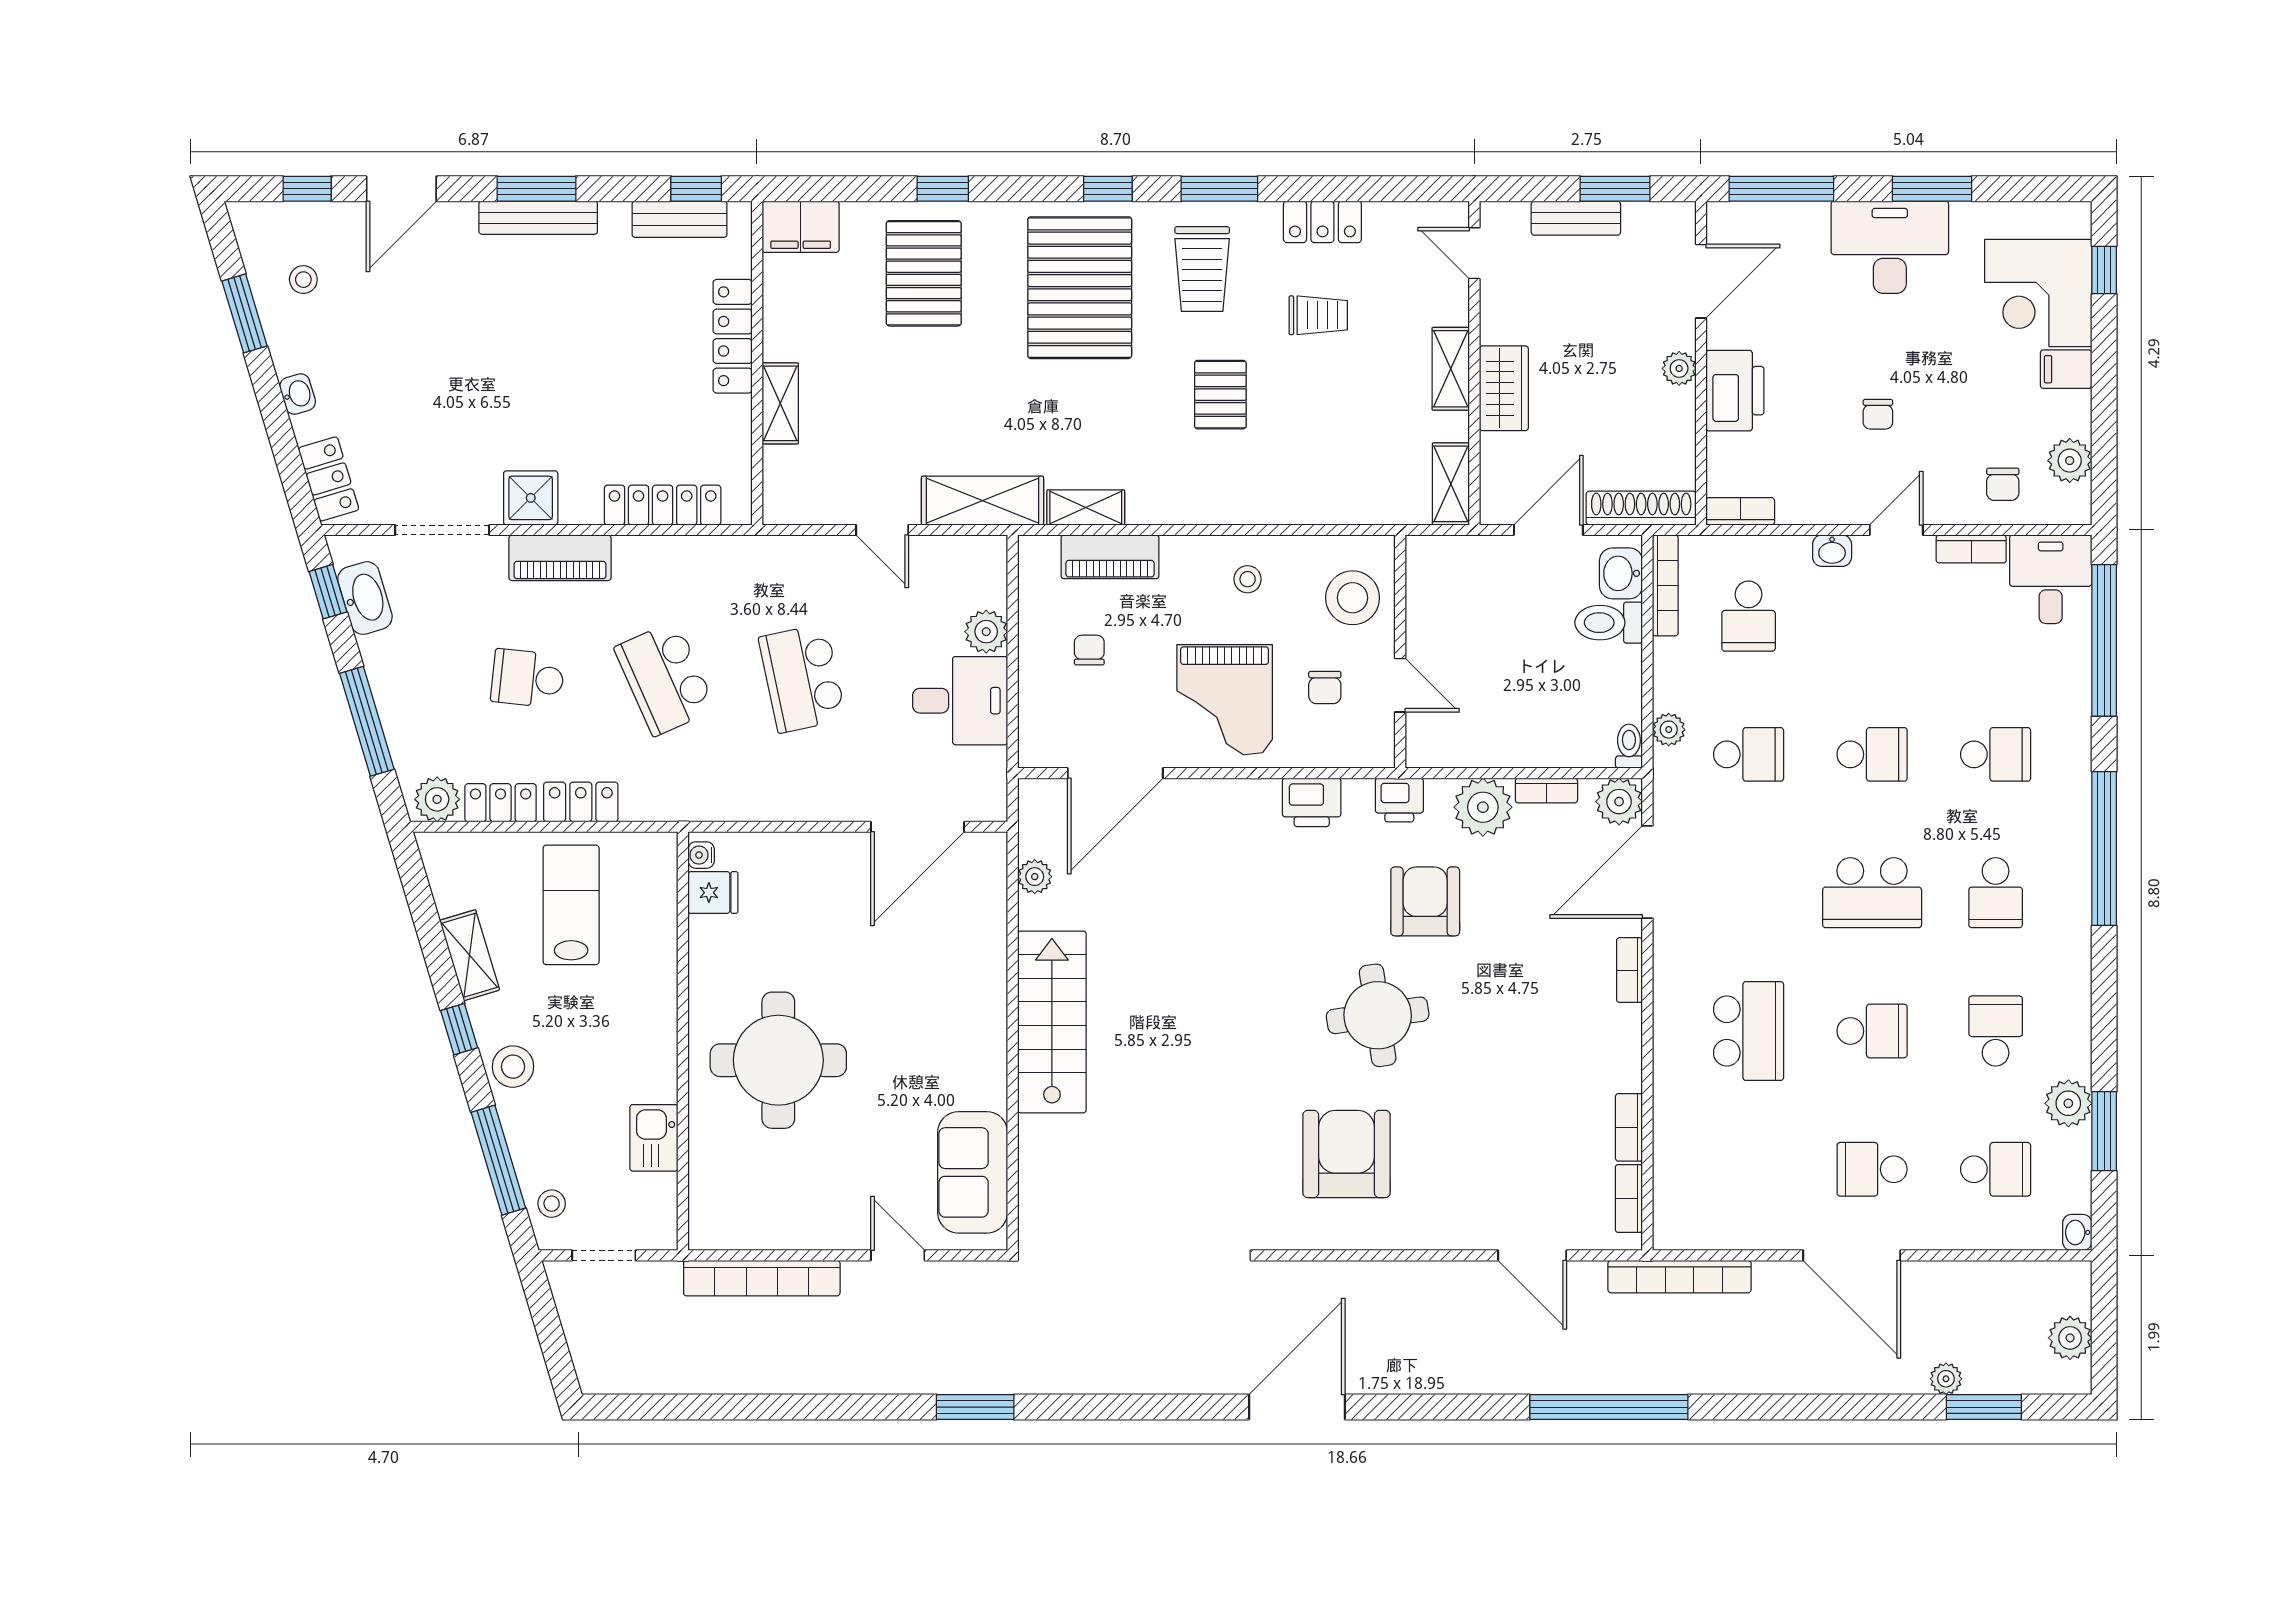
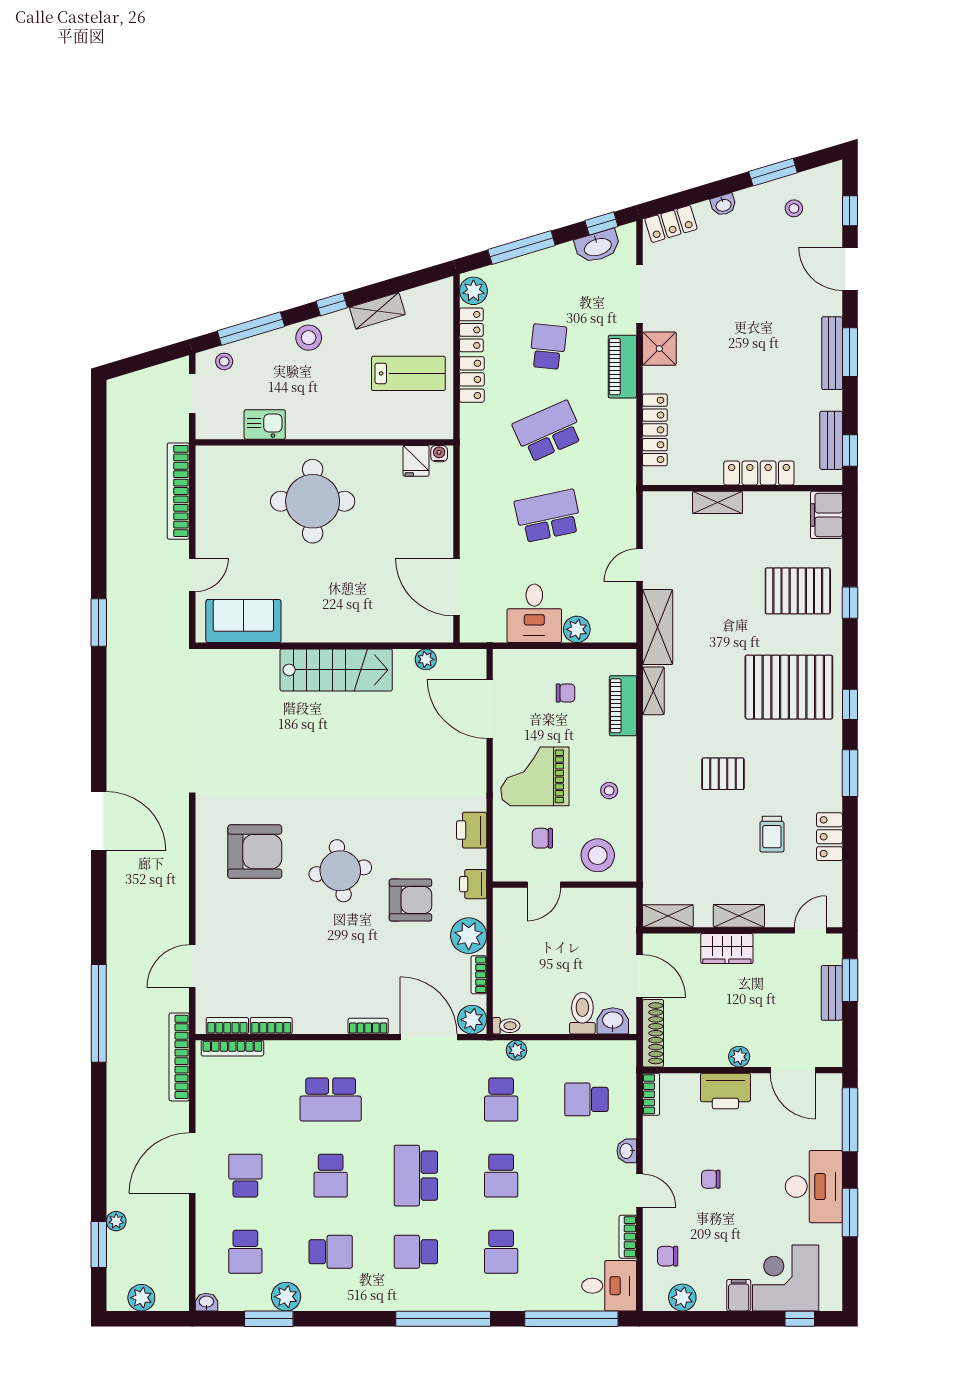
window: (1615, 189) -> (850, 980), moved
trolley: (1202, 269) -> (800, 763), removed
bookcase: (1665, 585) -> (232, 1048), moved

